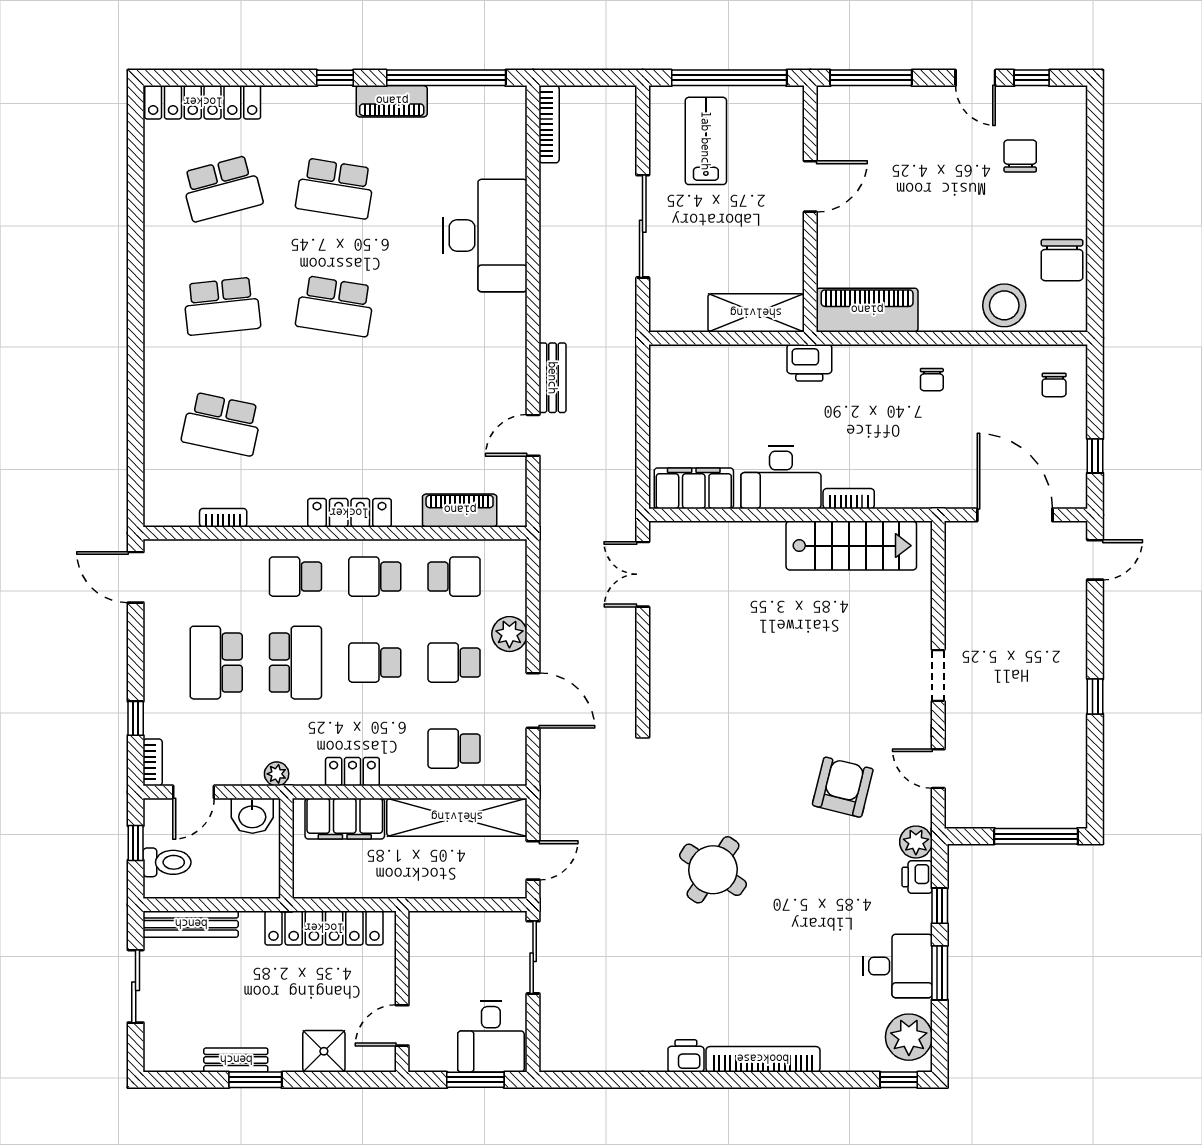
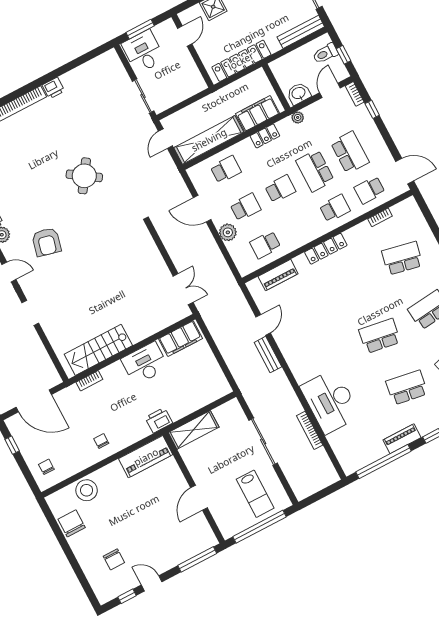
bookcase: (549, 124) -> (310, 430), moved
bookcase: (849, 499) -> (89, 381), moved
school desk: (375, 577) -> (370, 190), moved, turned 180

